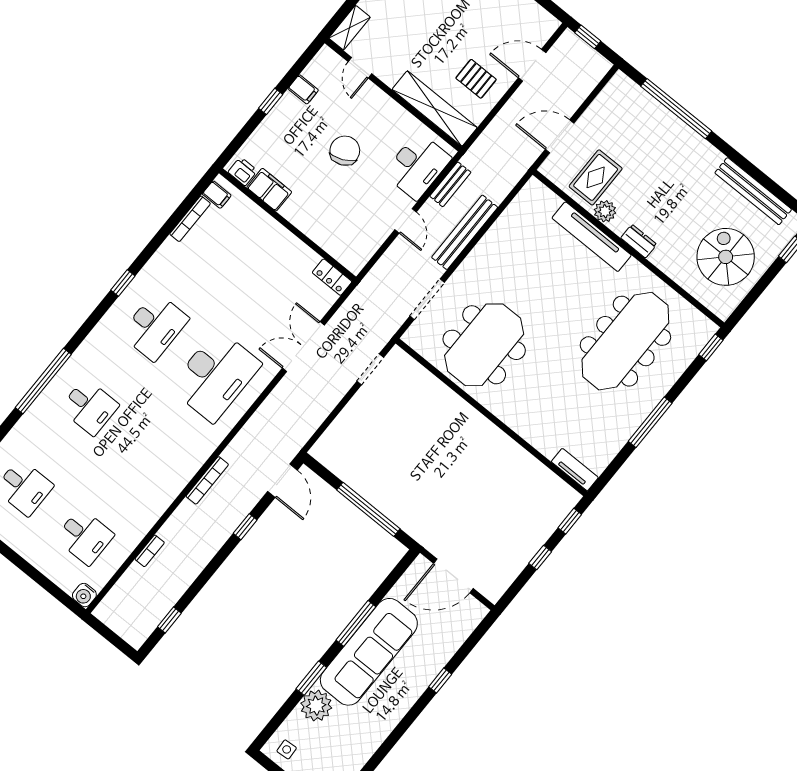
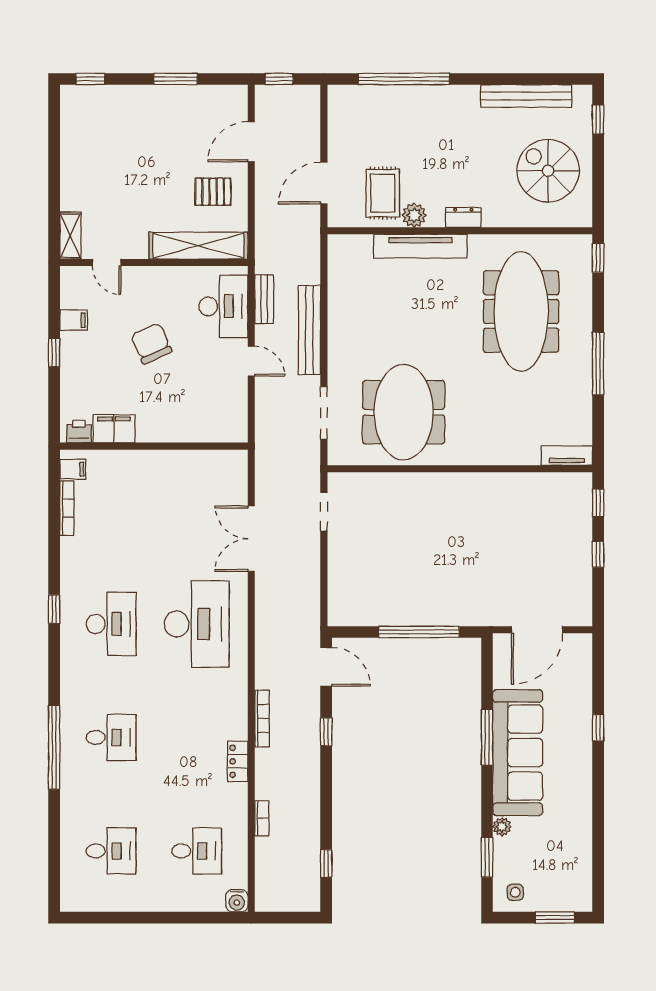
locker: (332, 277) -> (238, 761), moved, turned 90
window: (311, 678) -> (487, 857), moved
plant: (316, 706) -> (502, 827), width x0.53, depth x0.53

